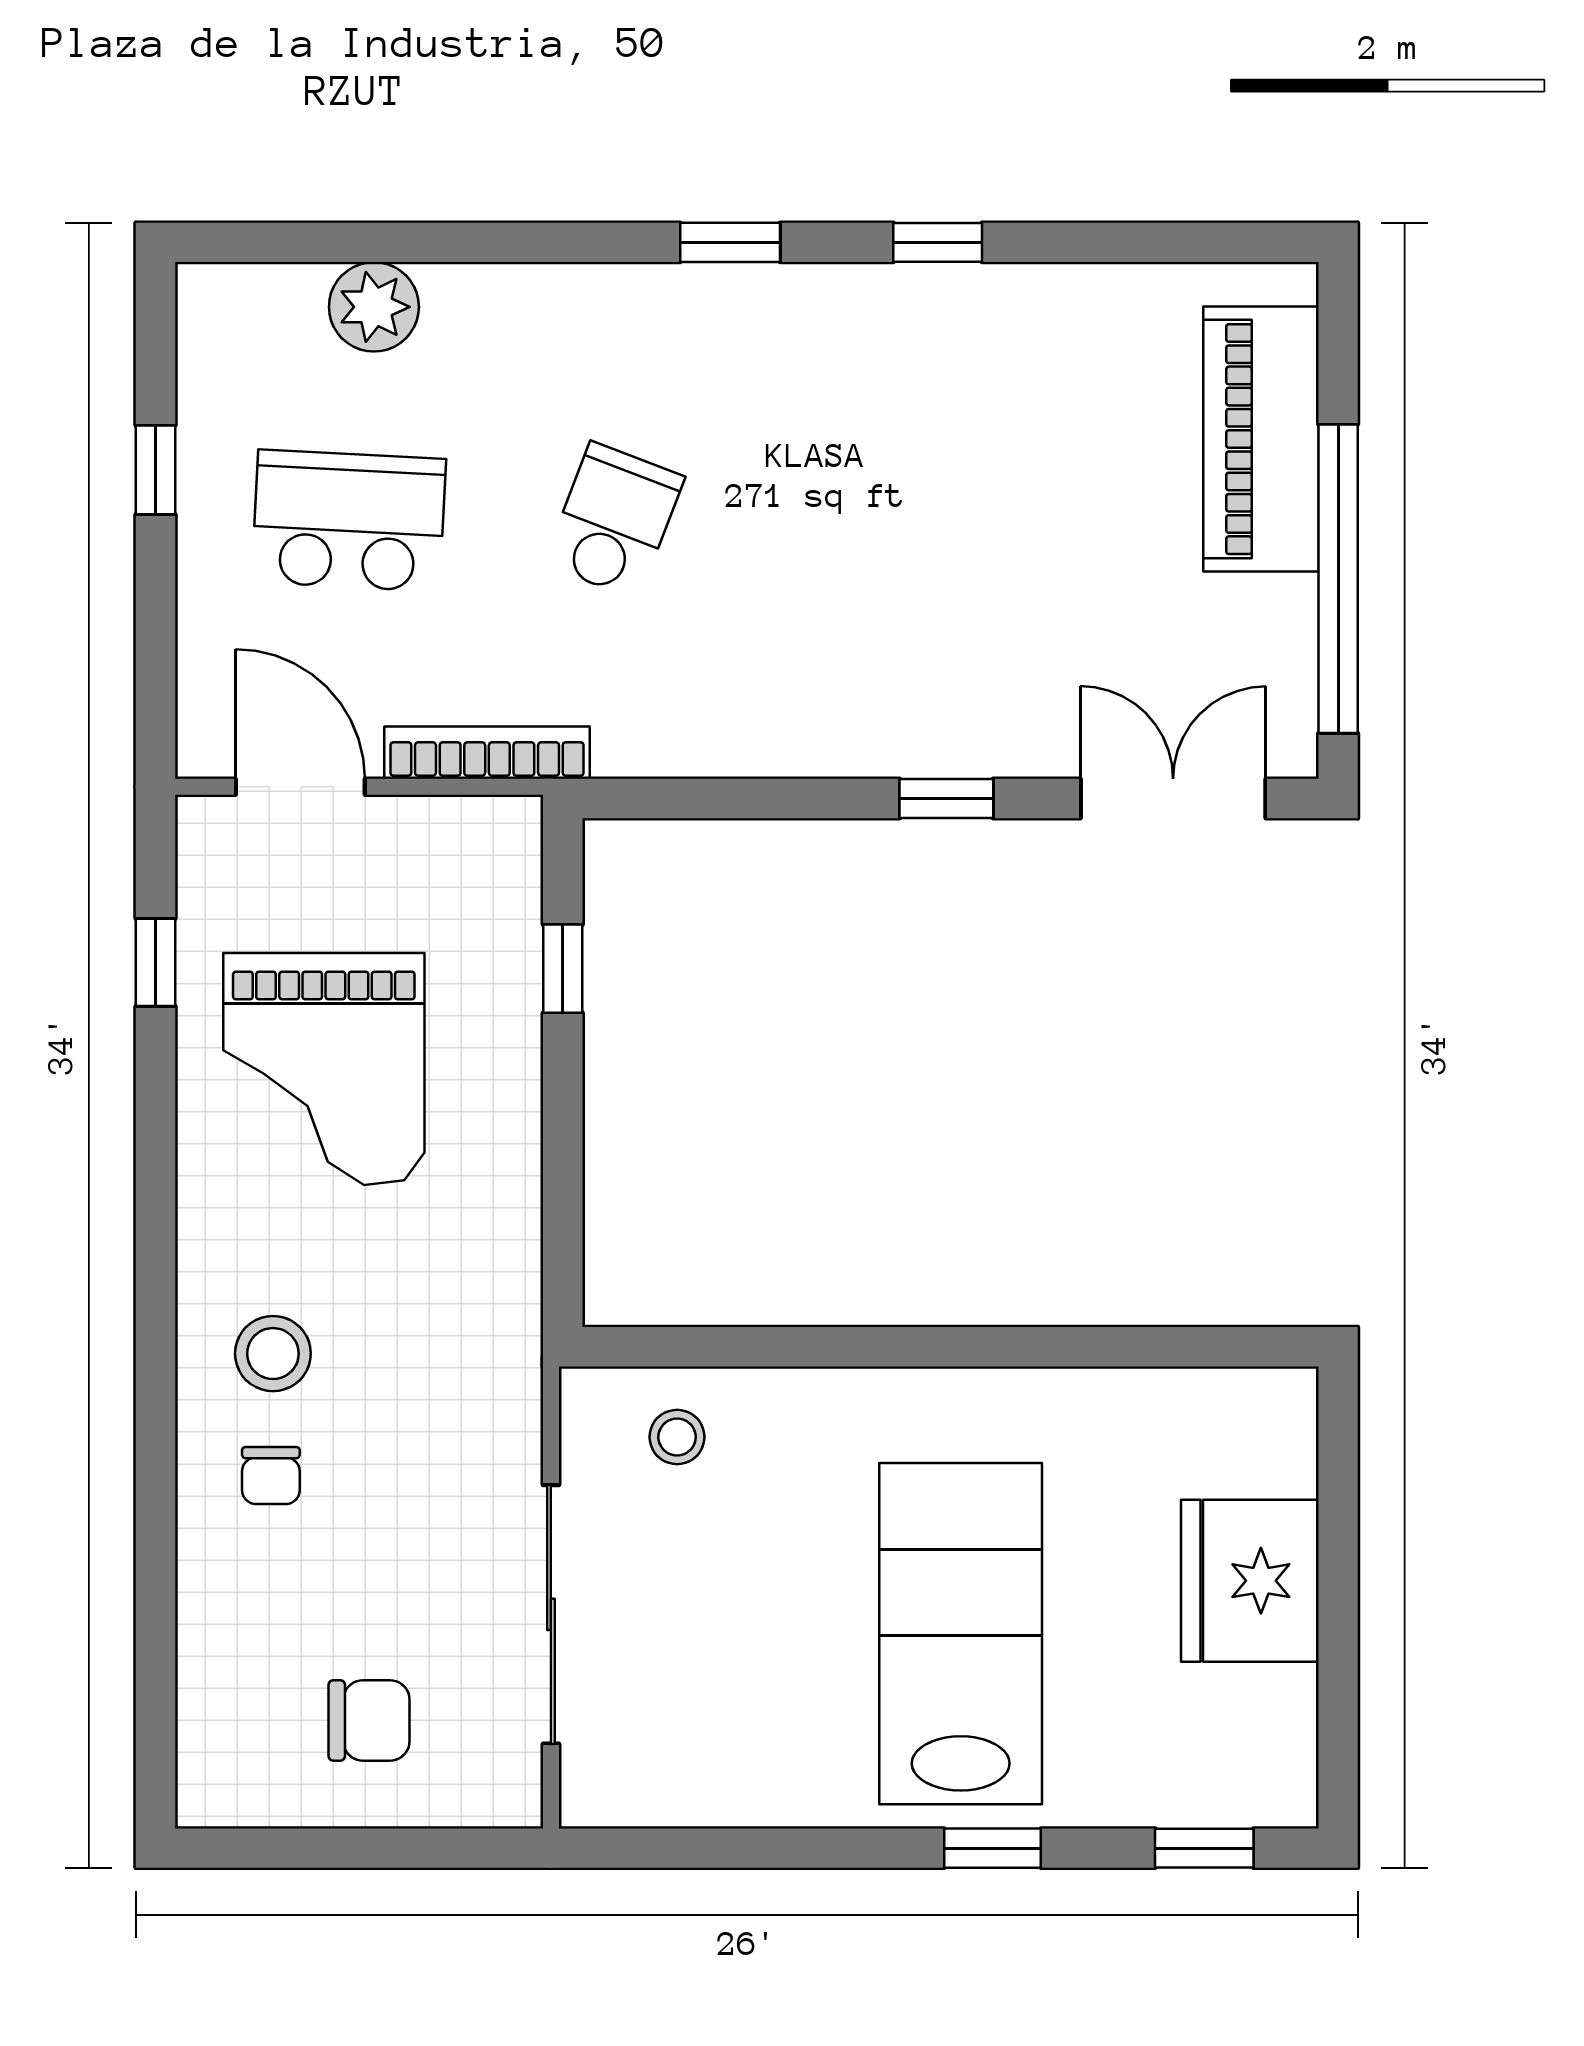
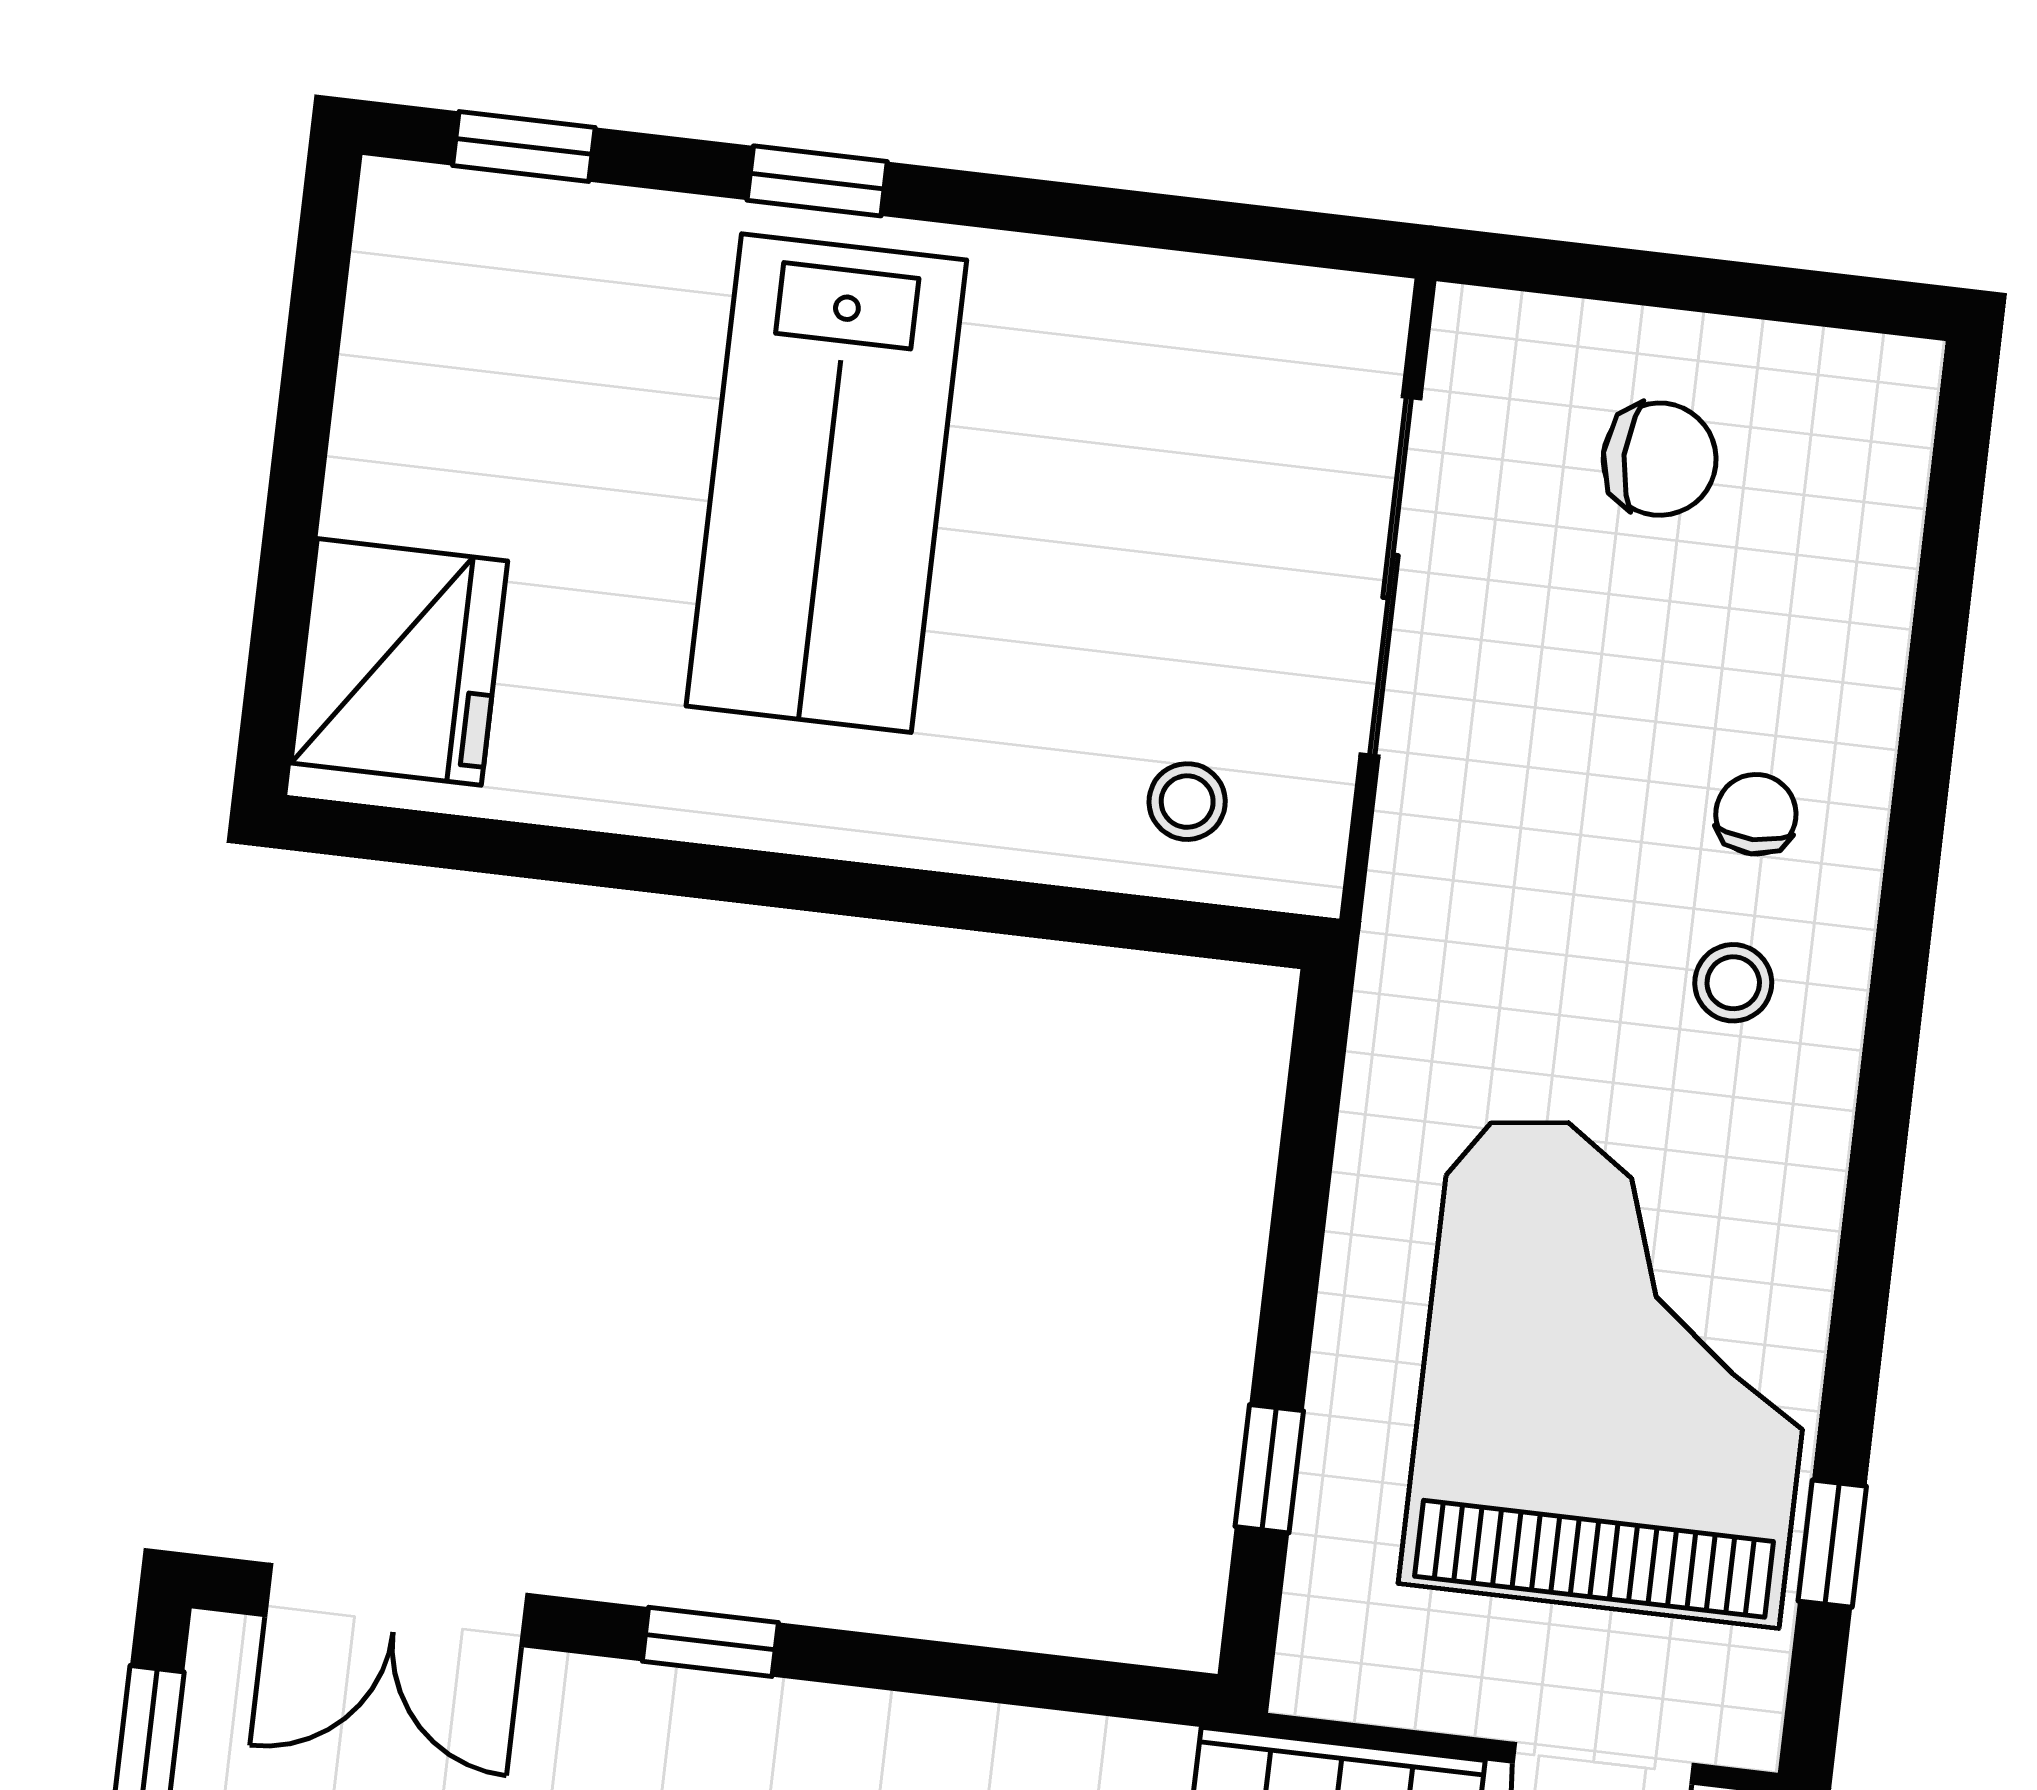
grand piano: (324, 1069) -> (1616, 1369), width x1.37, depth x1.48
stool: (273, 1354) -> (1733, 983), width x0.73, depth x0.73
fridge: (1250, 1581) -> (399, 662), moved
chair: (369, 1720) -> (1660, 459), turned 180

